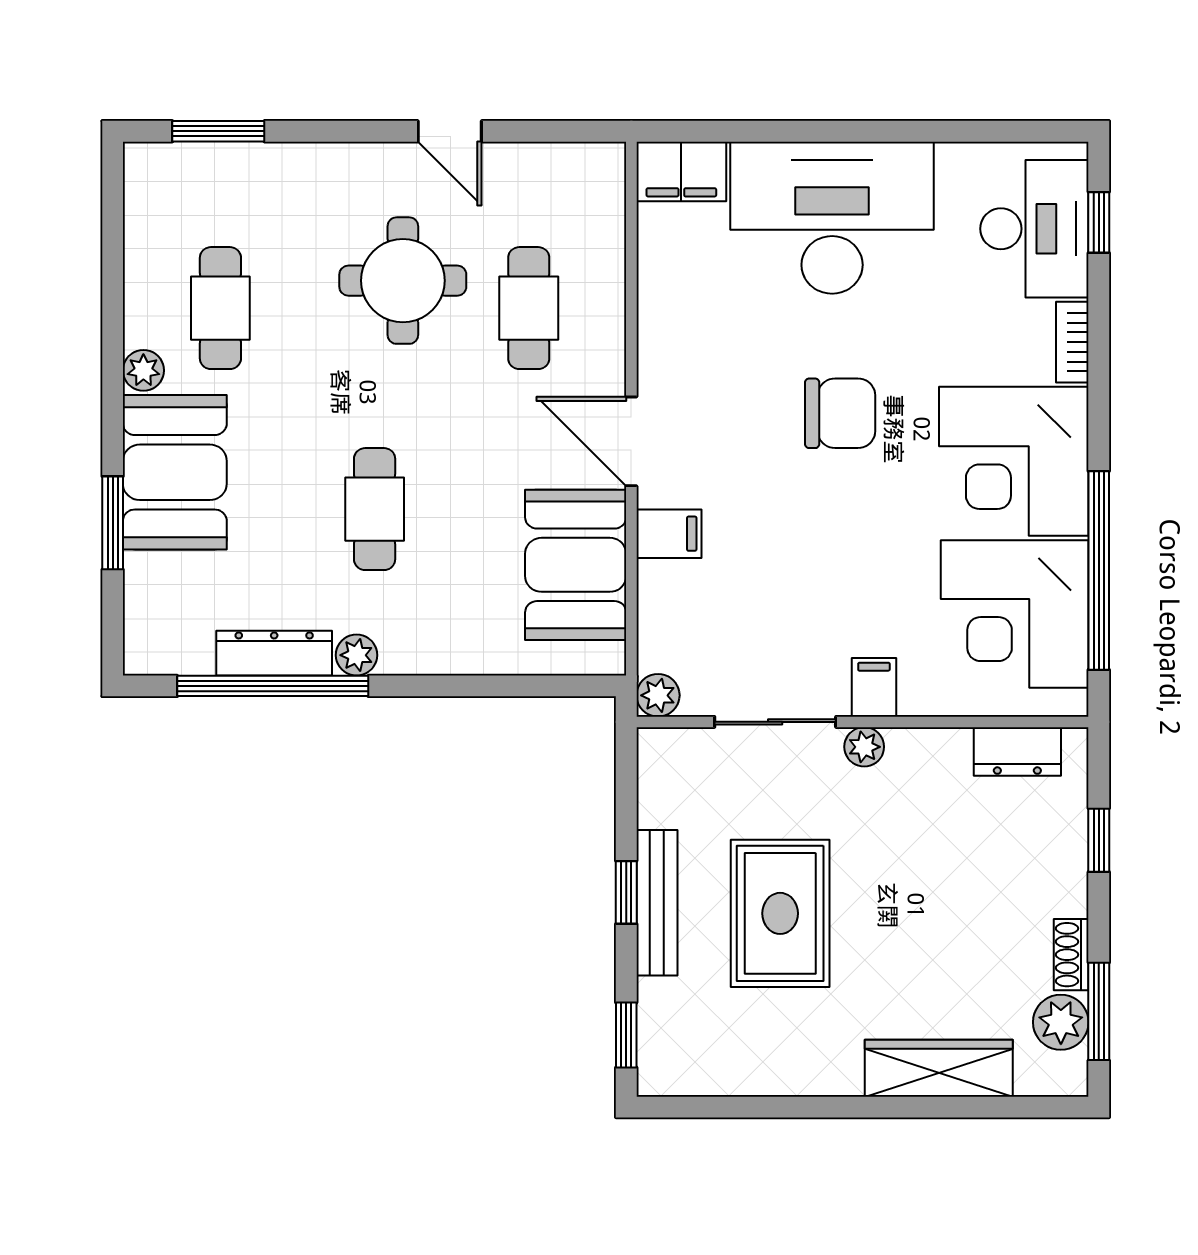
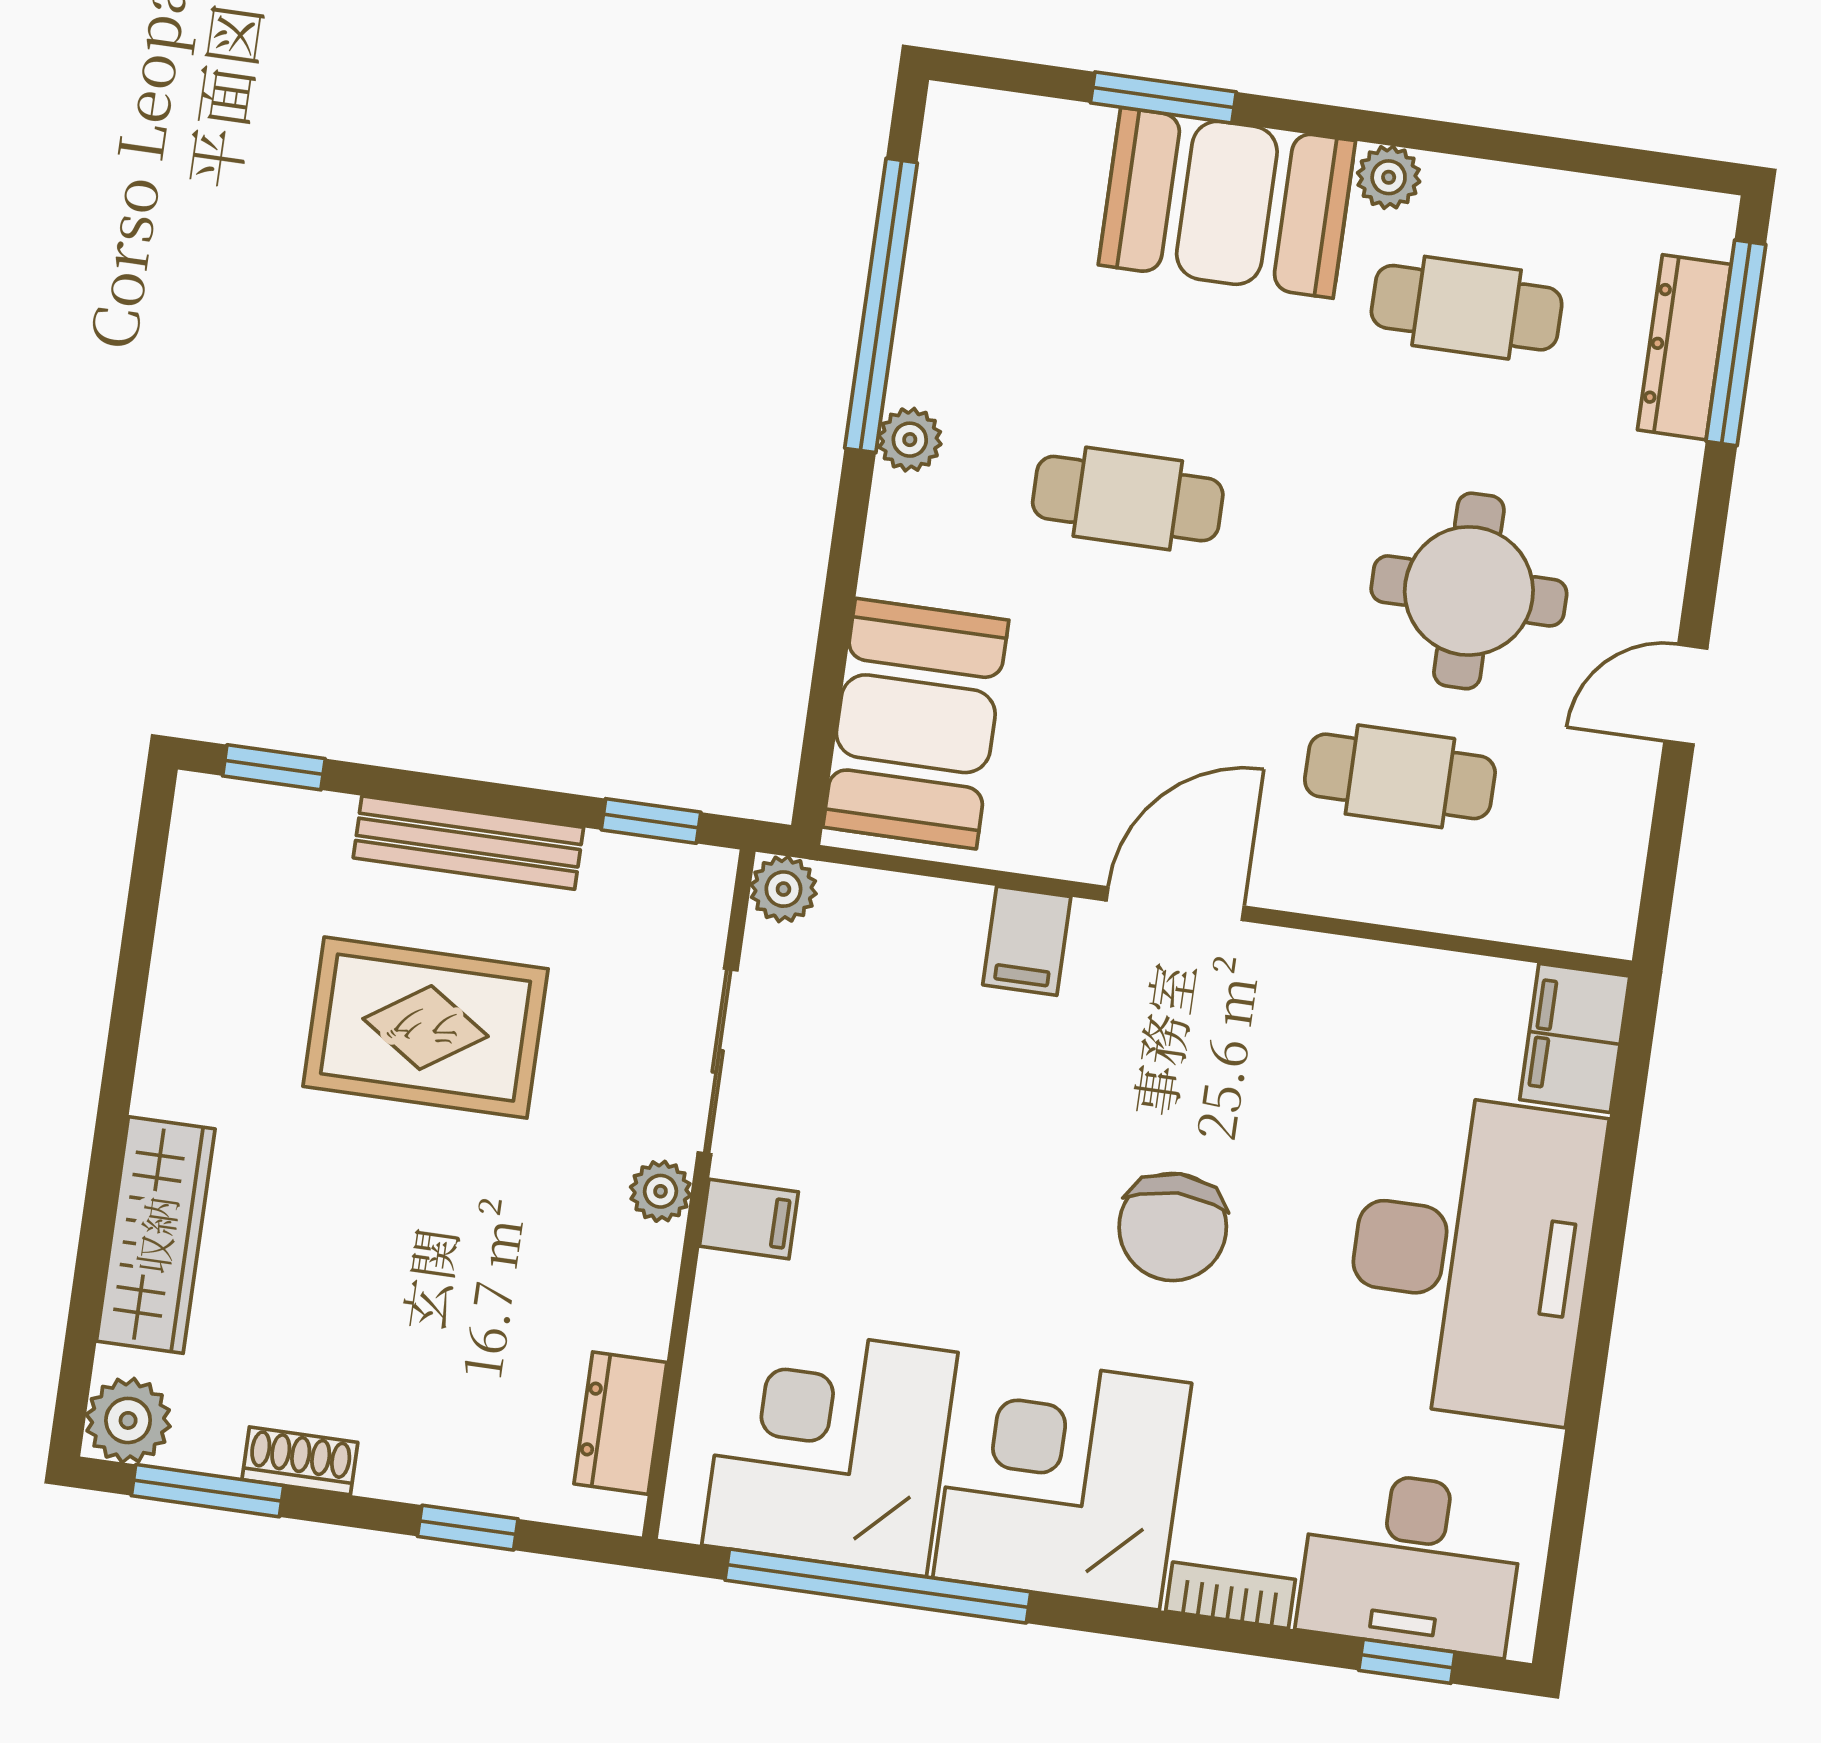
window: (218, 131) -> (1736, 343), width x1.44
booth: (576, 565) -> (916, 724), moved, turned 90
dresser: (274, 653) -> (1684, 347), moved, turned 180
window: (626, 892) -> (651, 821), moved
plant: (1061, 1022) -> (128, 1420), moved

